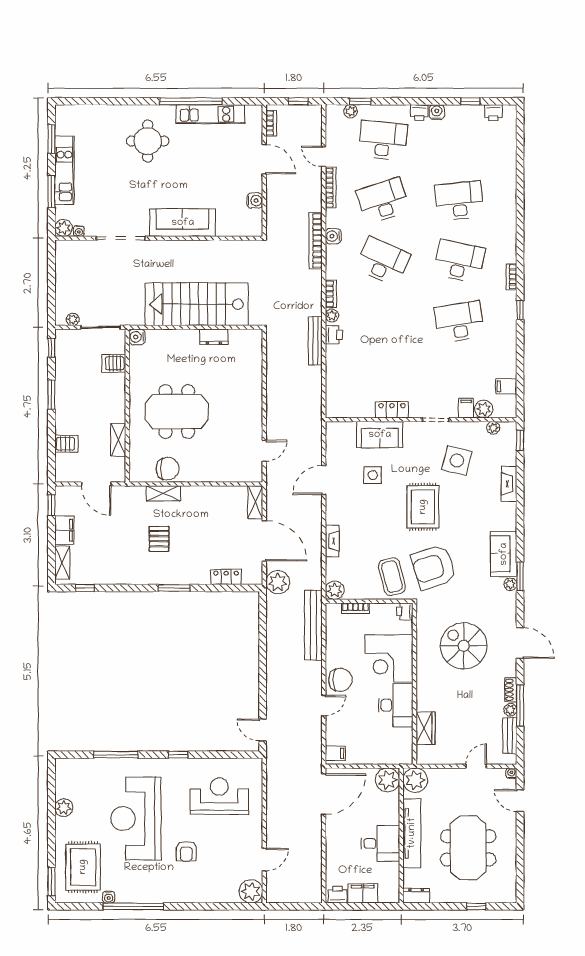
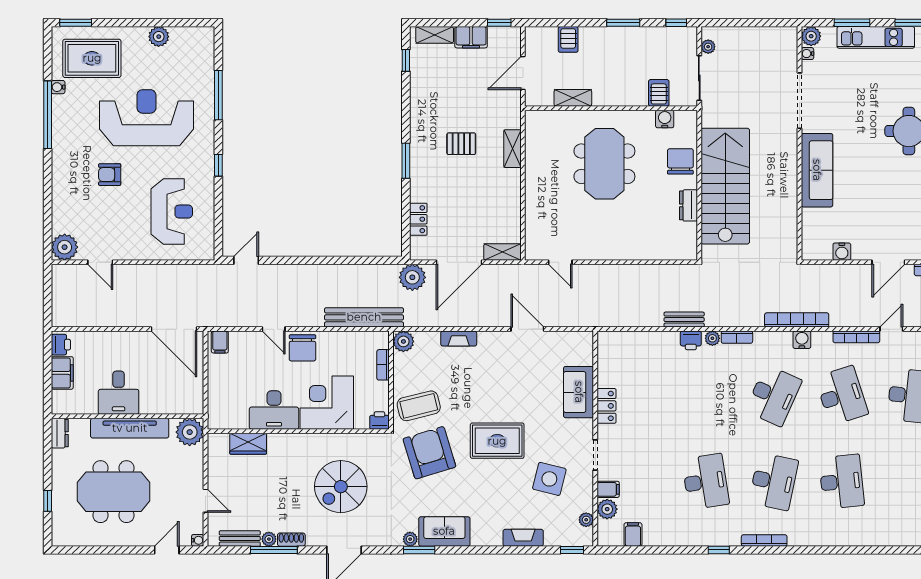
bookcase: (512, 277) -> (764, 540), width x1.56
water cooler: (137, 337) -> (665, 119), moved
bench: (315, 341) -> (684, 320), width x0.73
chair: (168, 469) -> (680, 161), moved, turned 180
side table: (373, 475) -> (533, 384), removed
spiral stairs: (464, 646) -> (341, 487), turned 180
plant: (388, 780) -> (190, 401), removed

